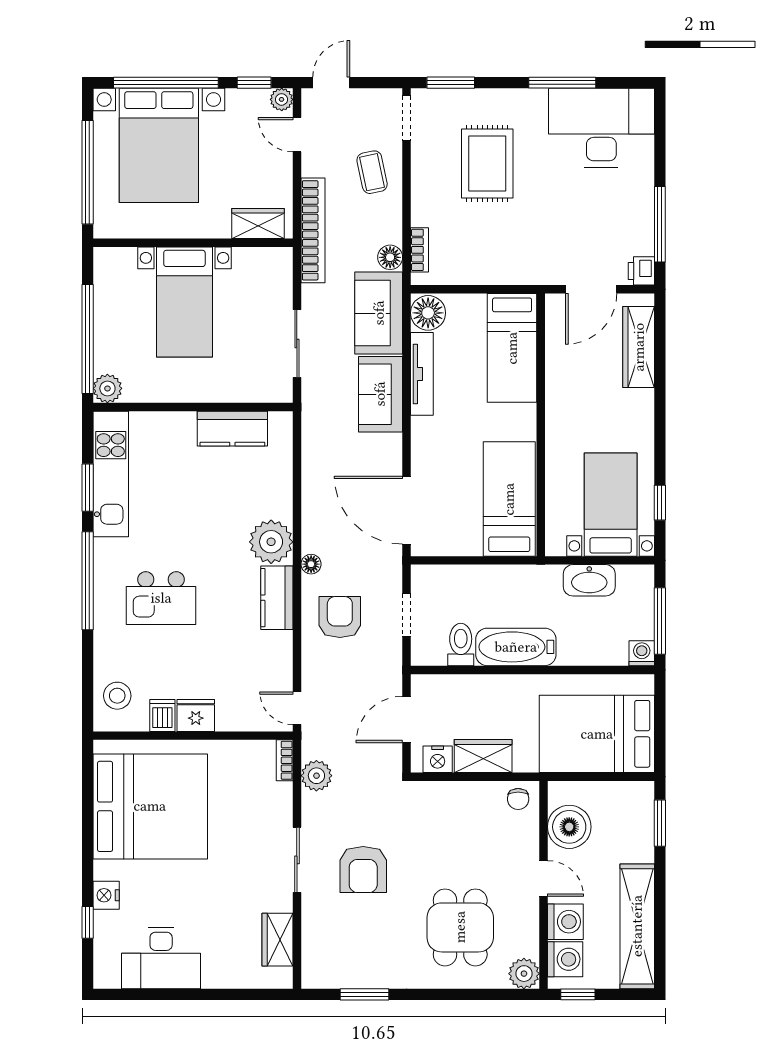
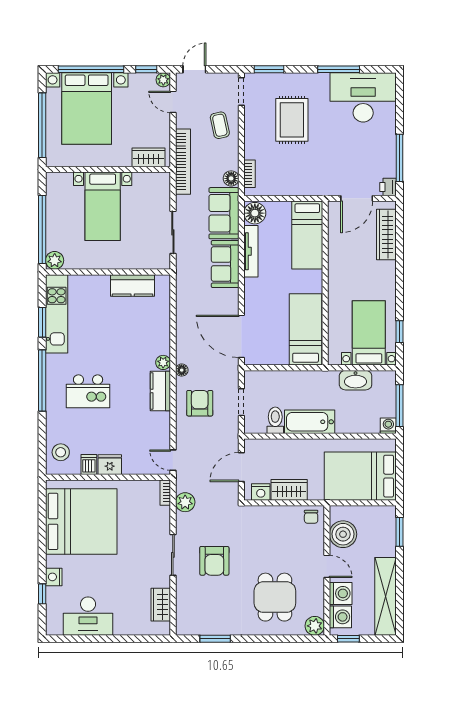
plant: (271, 542) -> (163, 362), width x0.53, depth x0.53

